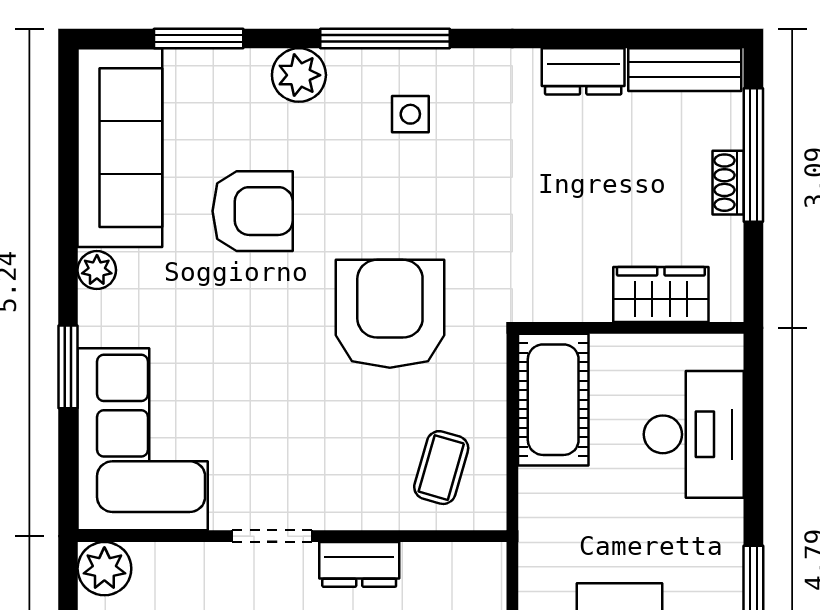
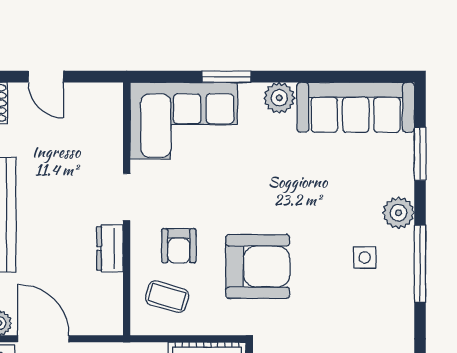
side table: (410, 114) -> (365, 257), moved
armchair: (253, 211) -> (179, 246), moved, width x0.72, depth x0.72
plant: (97, 270) -> (279, 98), width x1.38, depth x1.38
plant: (104, 569) -> (107, 98), removed

